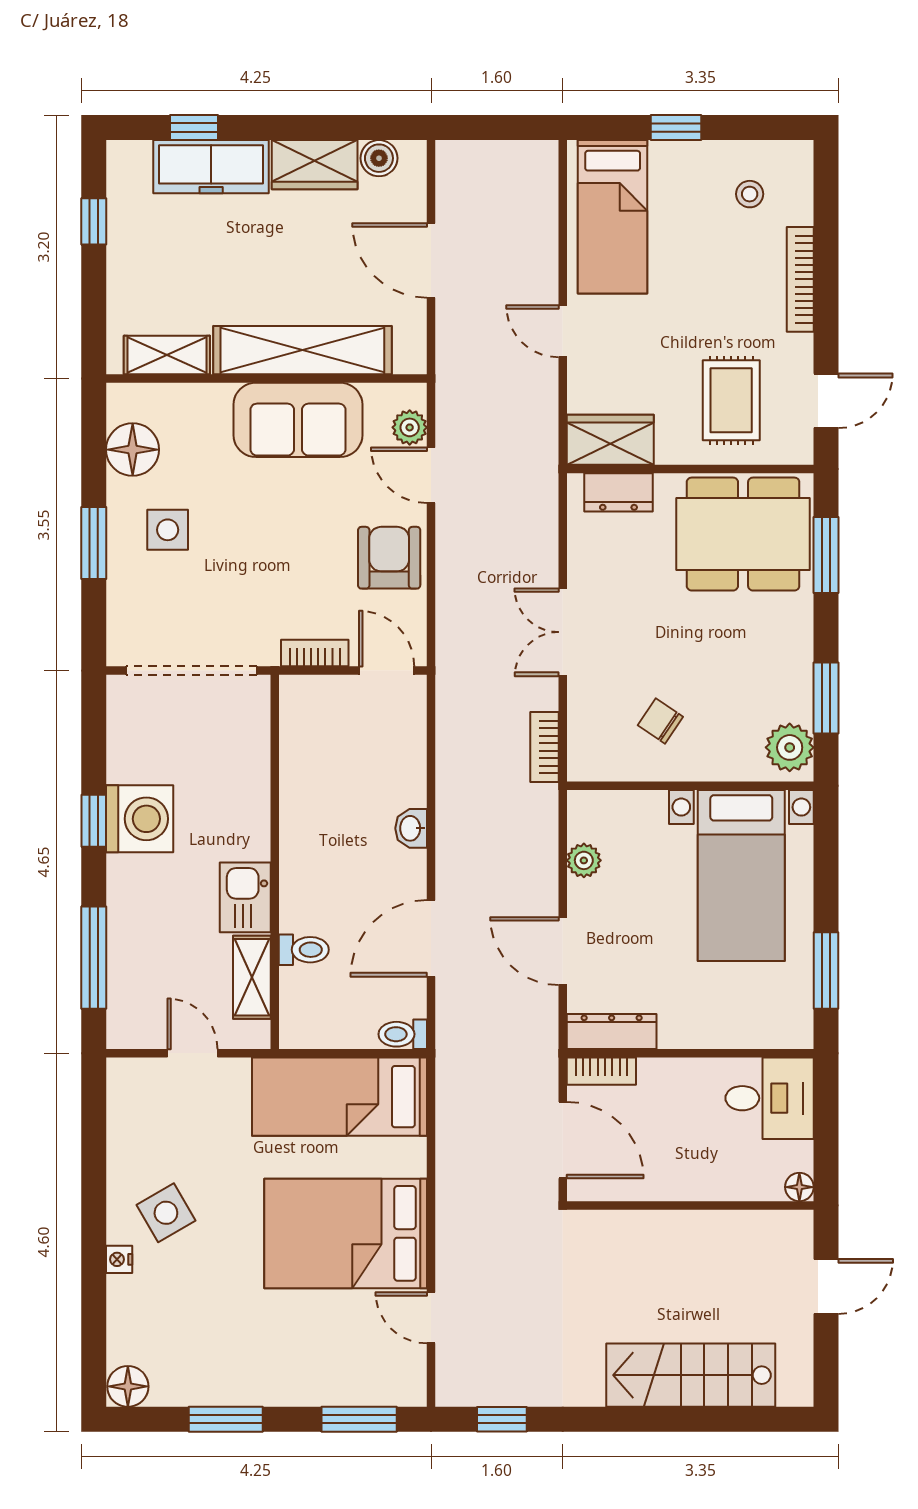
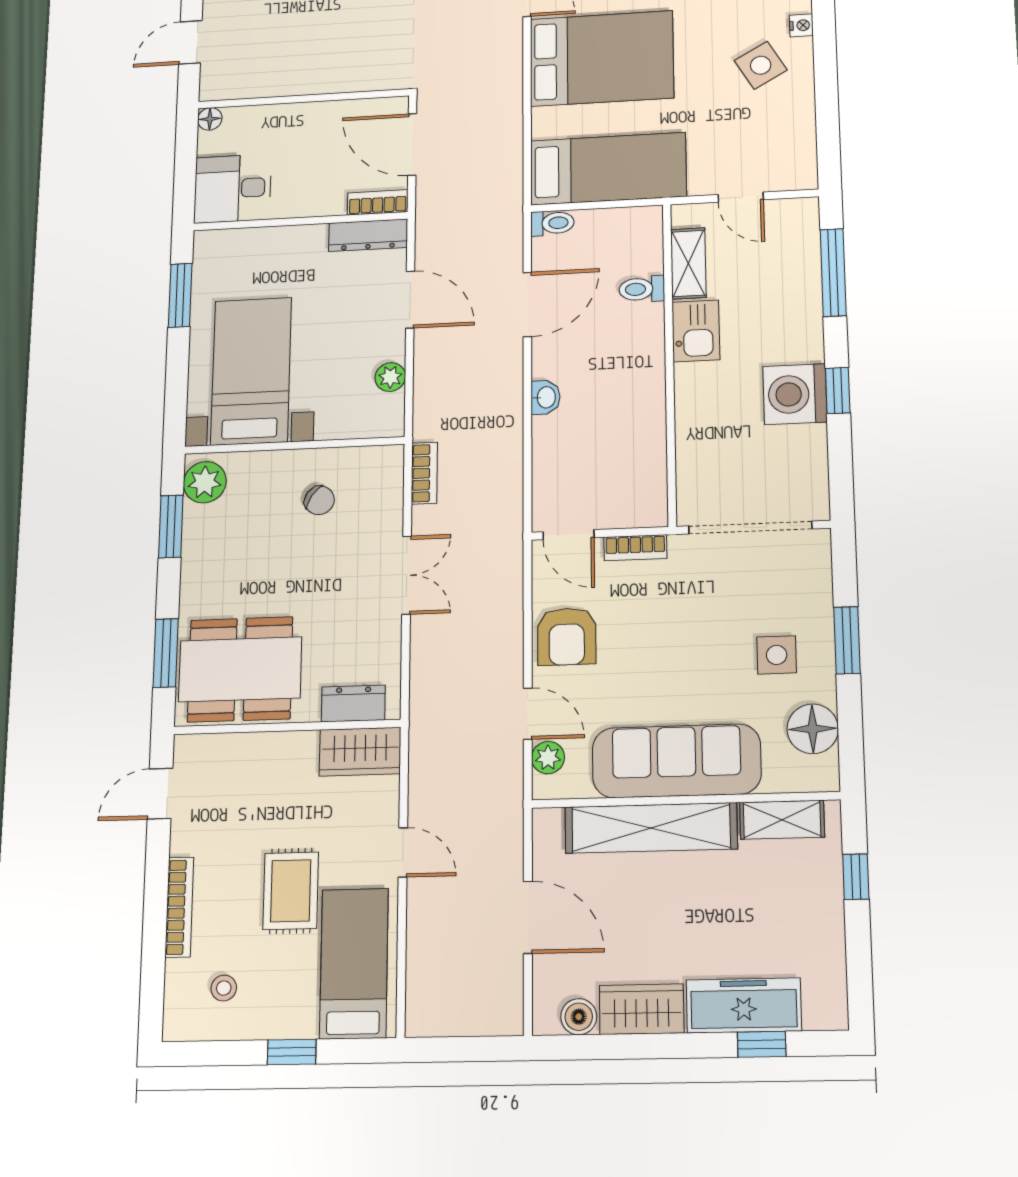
window: (94, 221) -> (856, 877), moved
rug: (731, 400) -> (291, 891), moved
sofa: (298, 420) -> (676, 761), width x1.36

